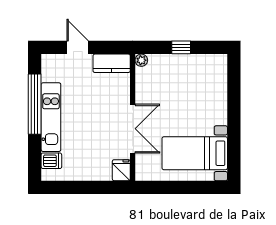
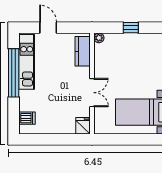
kitchen counter: (112, 63) -> (83, 51), moved, turned 90
kitchen unit: (51, 117) -> (27, 62), moved
double door: (133, 129) -> (92, 93), width x0.73

